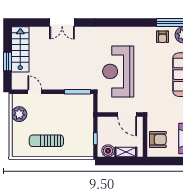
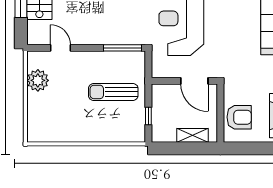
sun lounger: (46, 141) -> (113, 92), moved
boiler: (108, 151) -> (167, 134), removed

